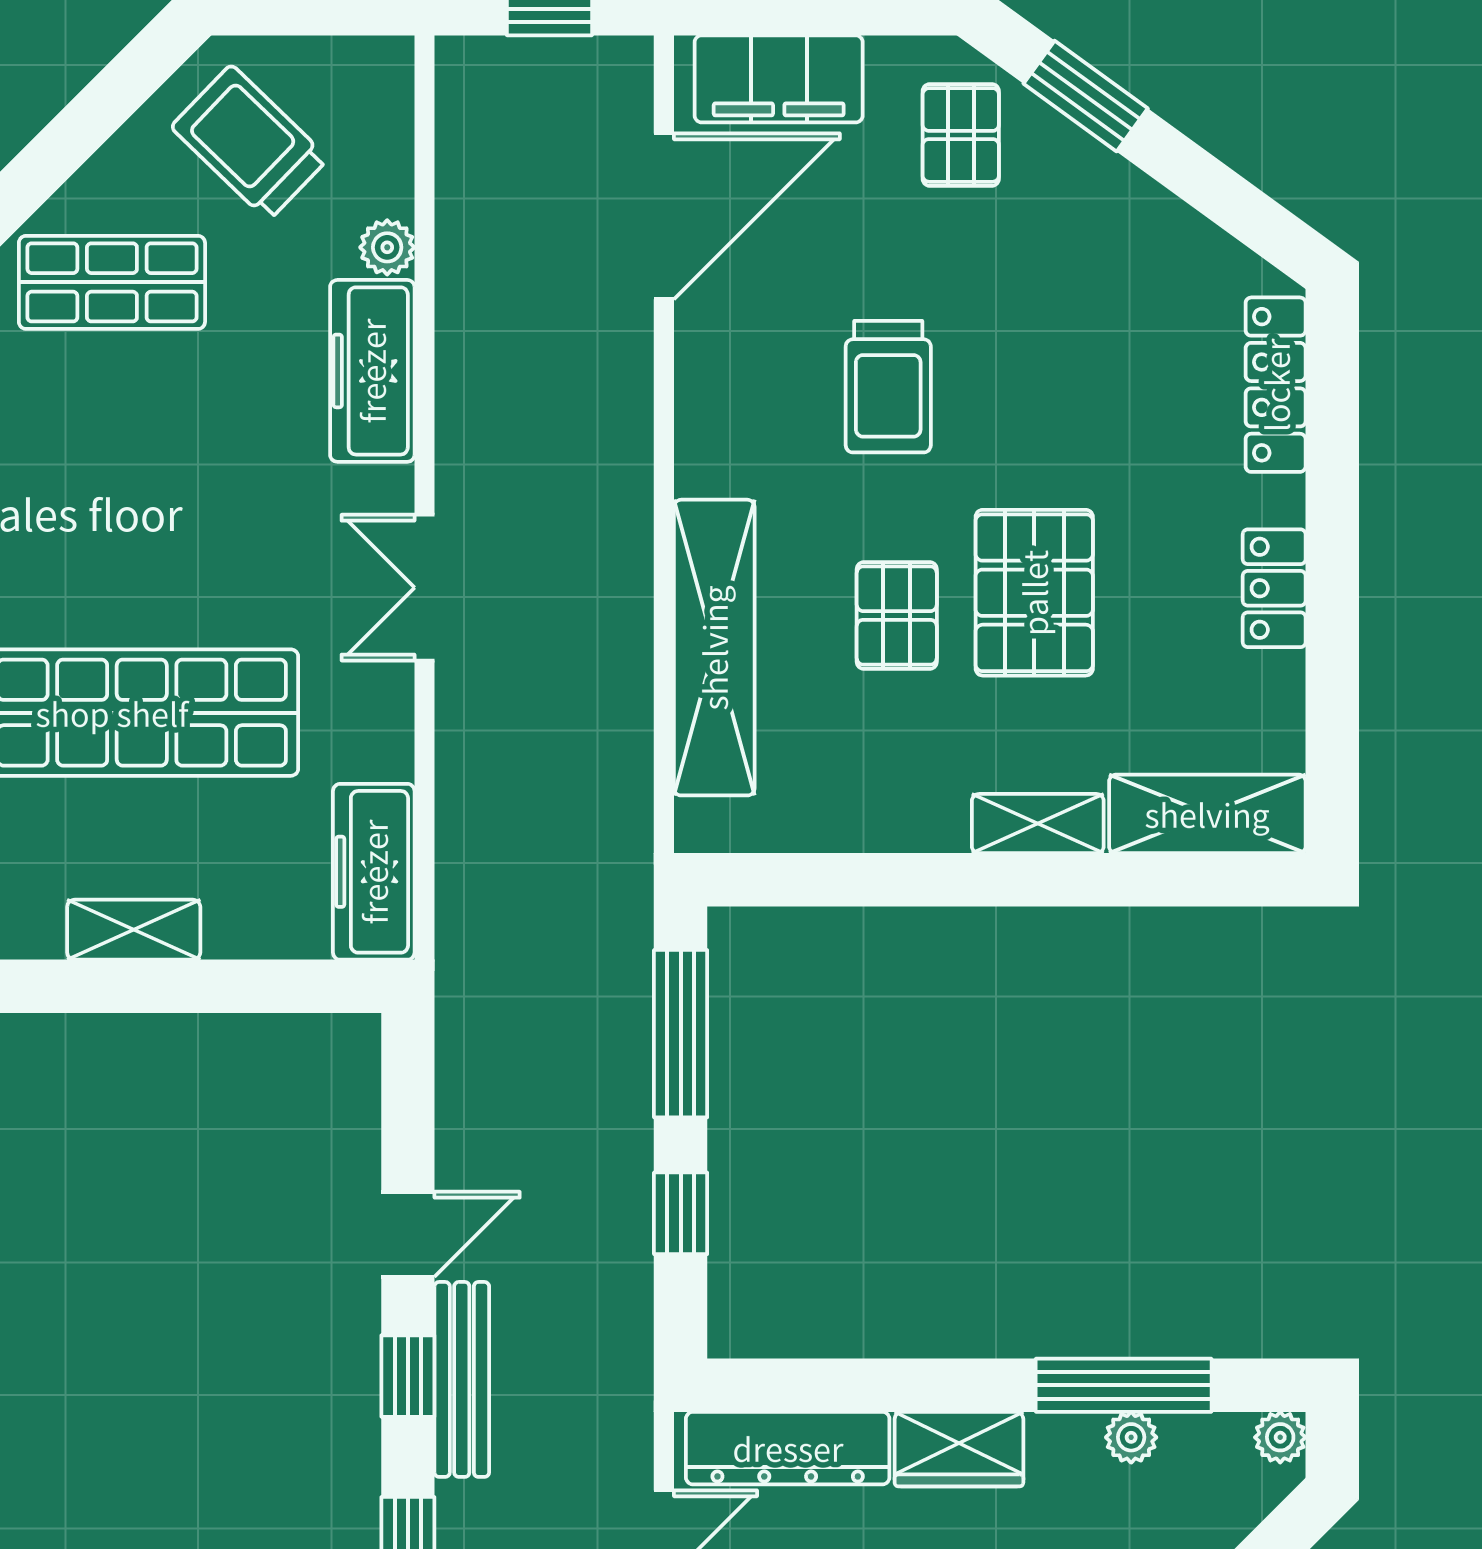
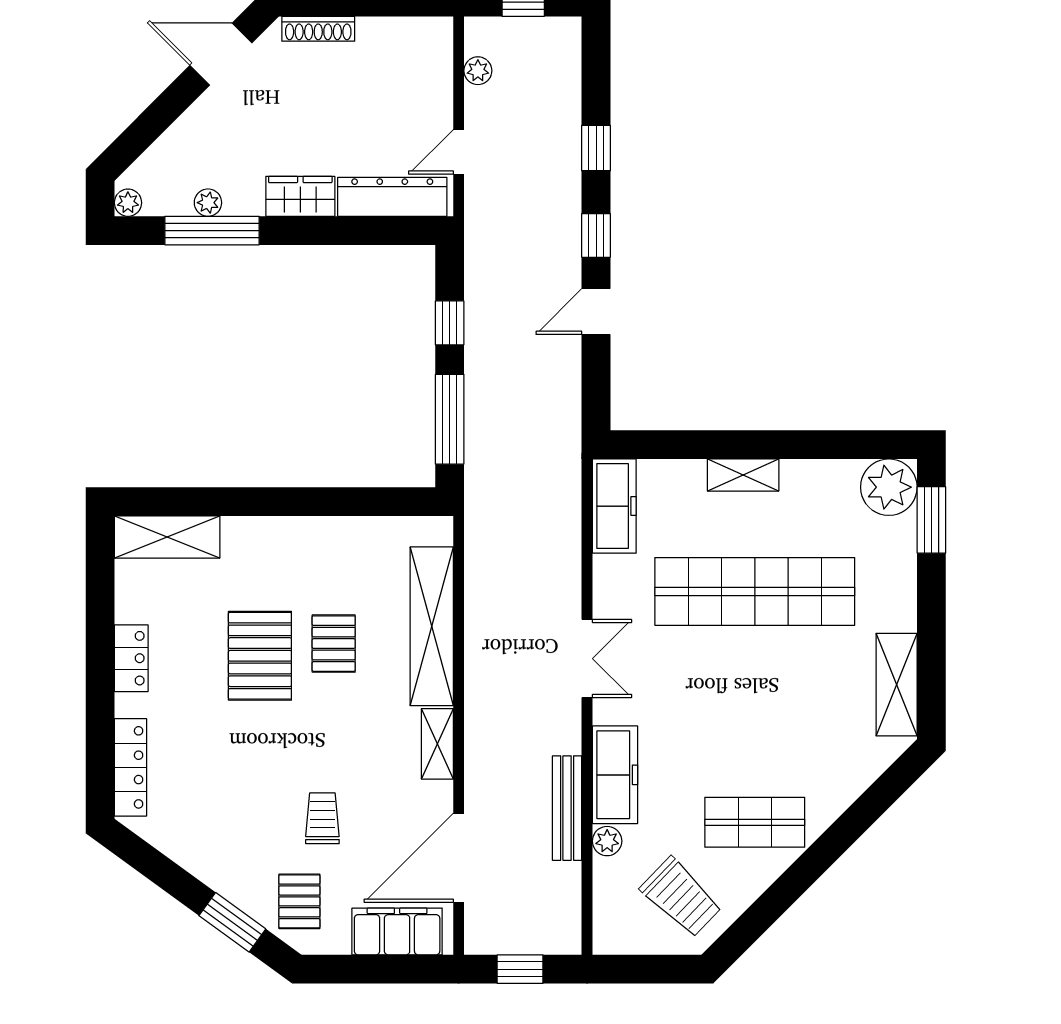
trolley: (888, 387) -> (322, 818), moved, width x0.73, depth x0.72
shelving: (1038, 824) -> (437, 744), moved, turned 90
bench: (462, 1379) -> (567, 808), moved

